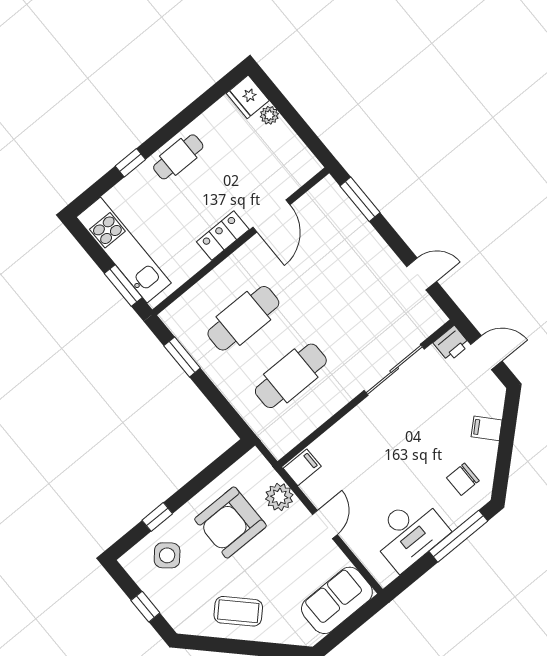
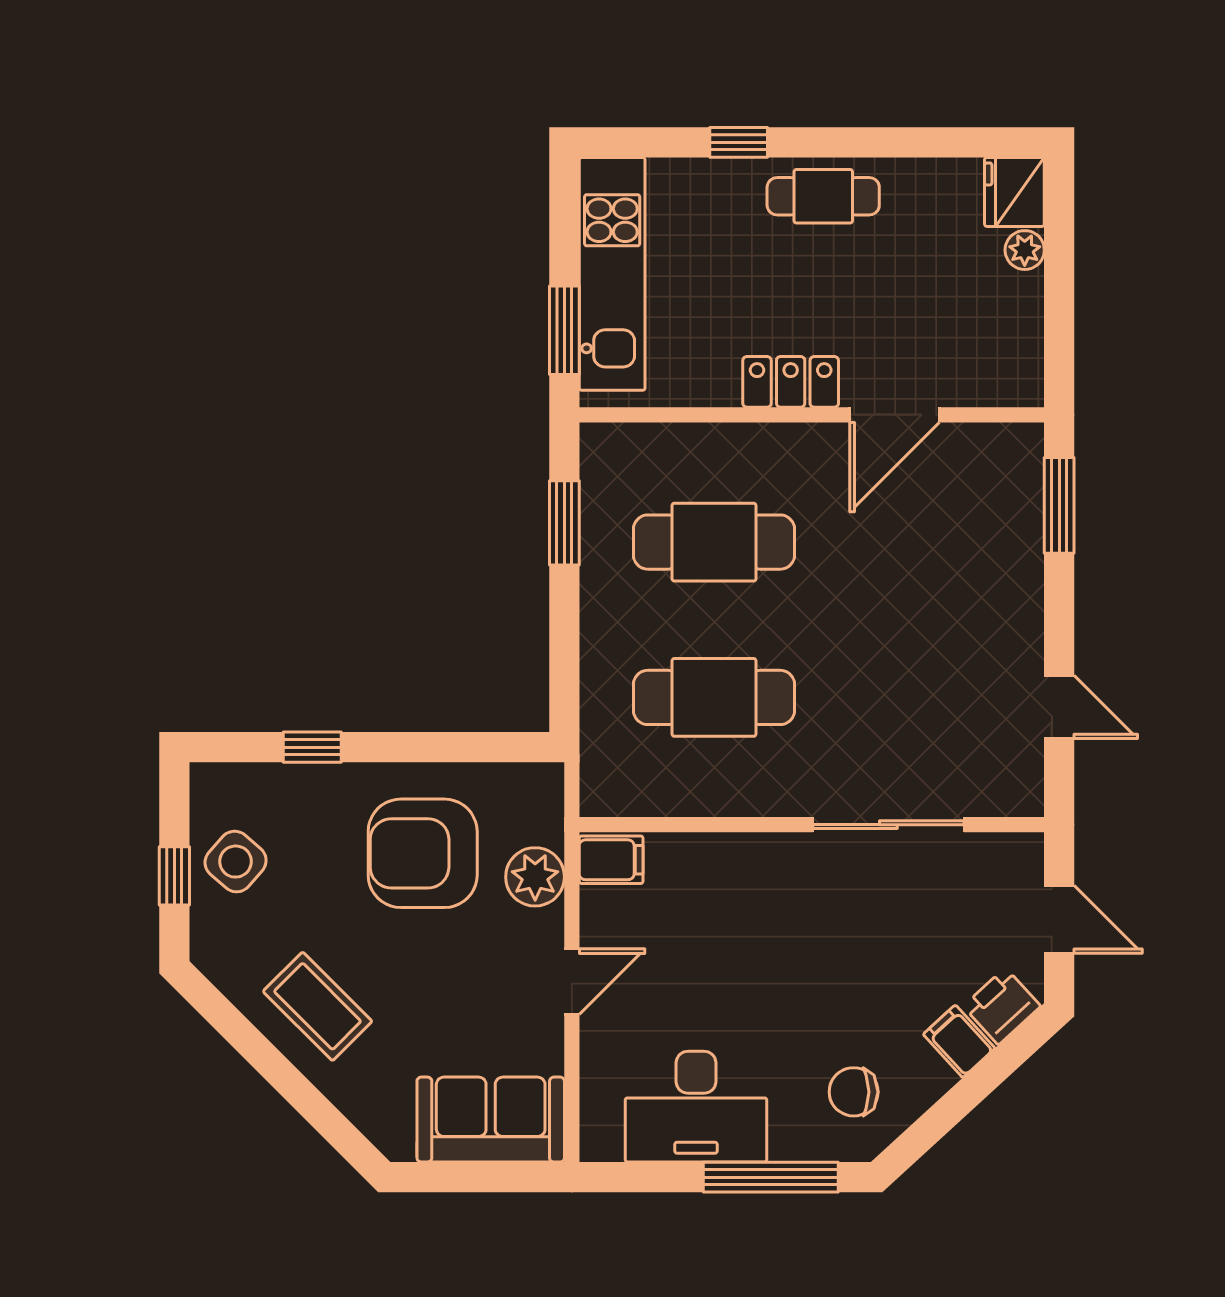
printer: (452, 344) -> (1002, 1006), moved, turned 138
side table: (167, 555) -> (236, 862), moved

